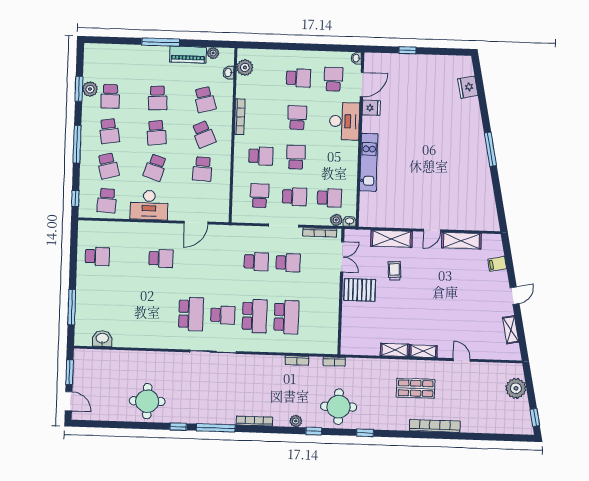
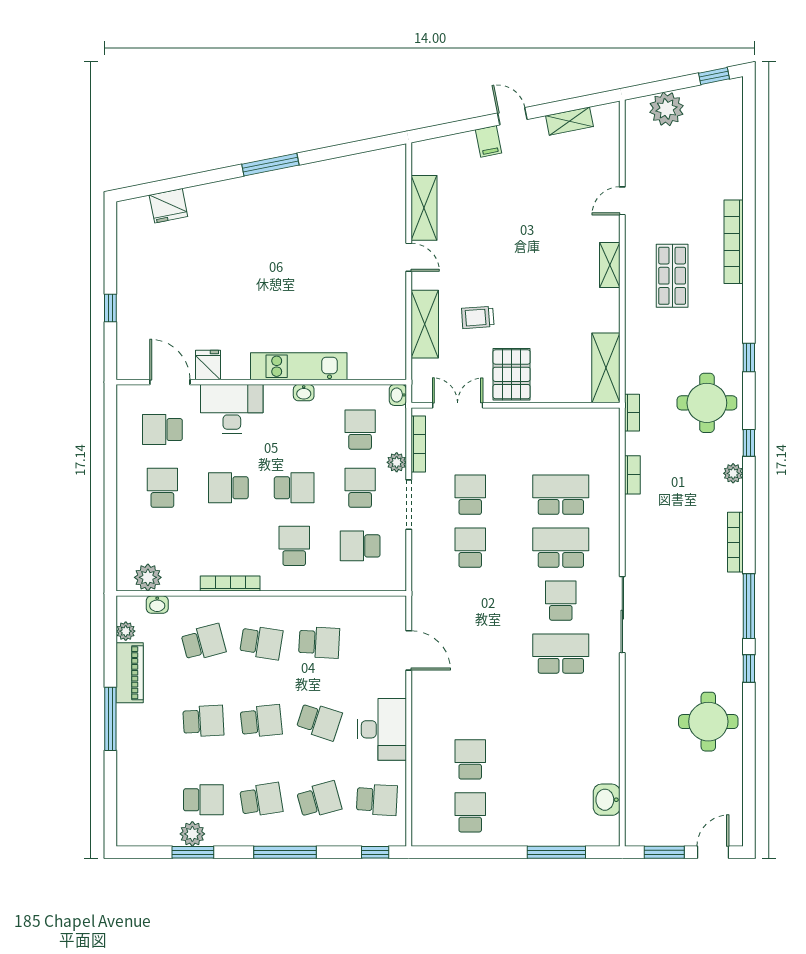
washbasin: (356, 58) -> (304, 393), moved
school desk: (204, 134) -> (261, 642), turned 33
school desk: (296, 157) -> (294, 488), turned 180
plant: (336, 220) -> (397, 462), moved
school desk: (161, 258) -> (470, 759), moved
filing cabinet: (497, 264) -> (489, 141), moved
shelving: (395, 350) -> (606, 368), moved, width x1.50, depth x1.33

